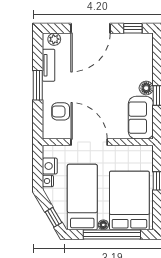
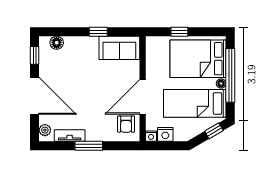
floor lamp: (146, 88) -> (57, 43), moved
armchair: (61, 111) -> (126, 124), moved
nightstand: (48, 181) -> (151, 136), moved

